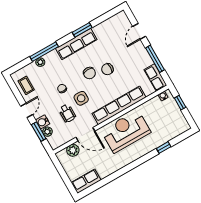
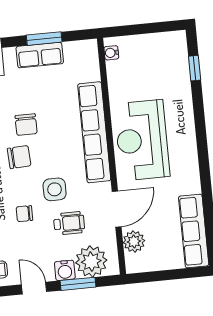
window: (155, 59) -> (44, 39), width x0.69
row of seats: (155, 77) -> (40, 55), moved
window: (180, 103) -> (135, 30), removed
plant: (47, 132) -> (91, 261), width x1.87, depth x1.87
window: (164, 148) -> (195, 68), moved
row of seats: (86, 181) -> (194, 231), width x1.48

